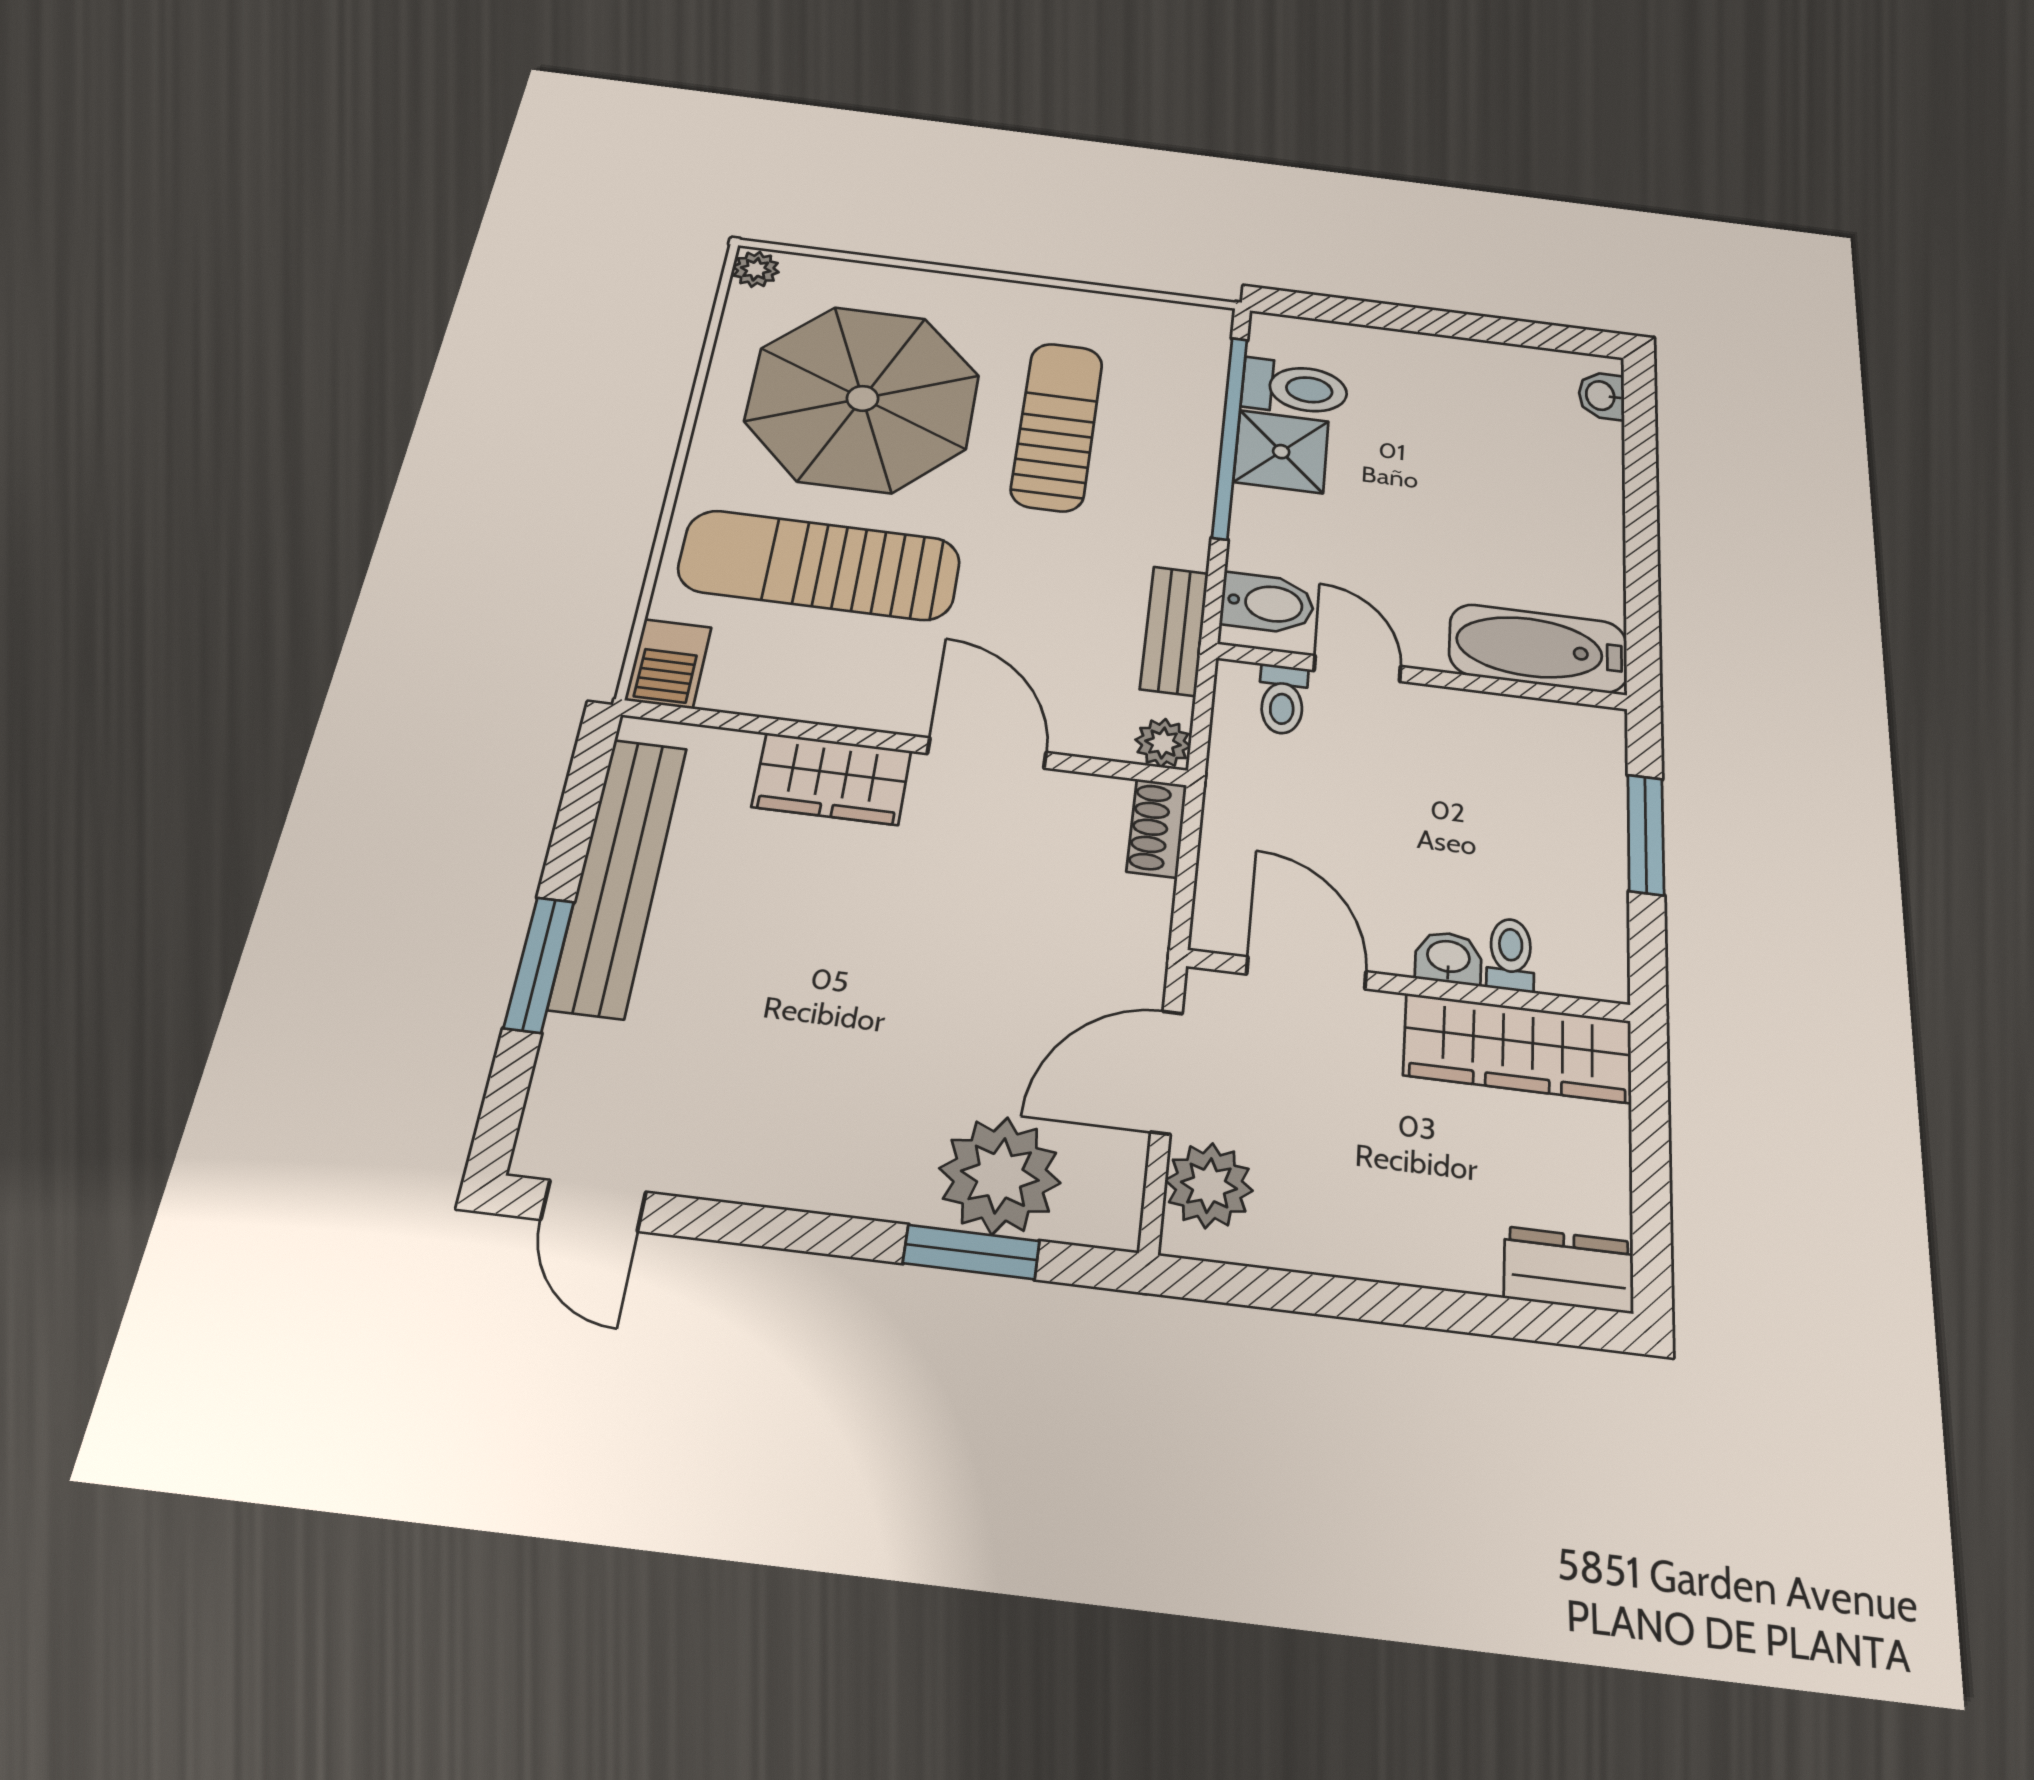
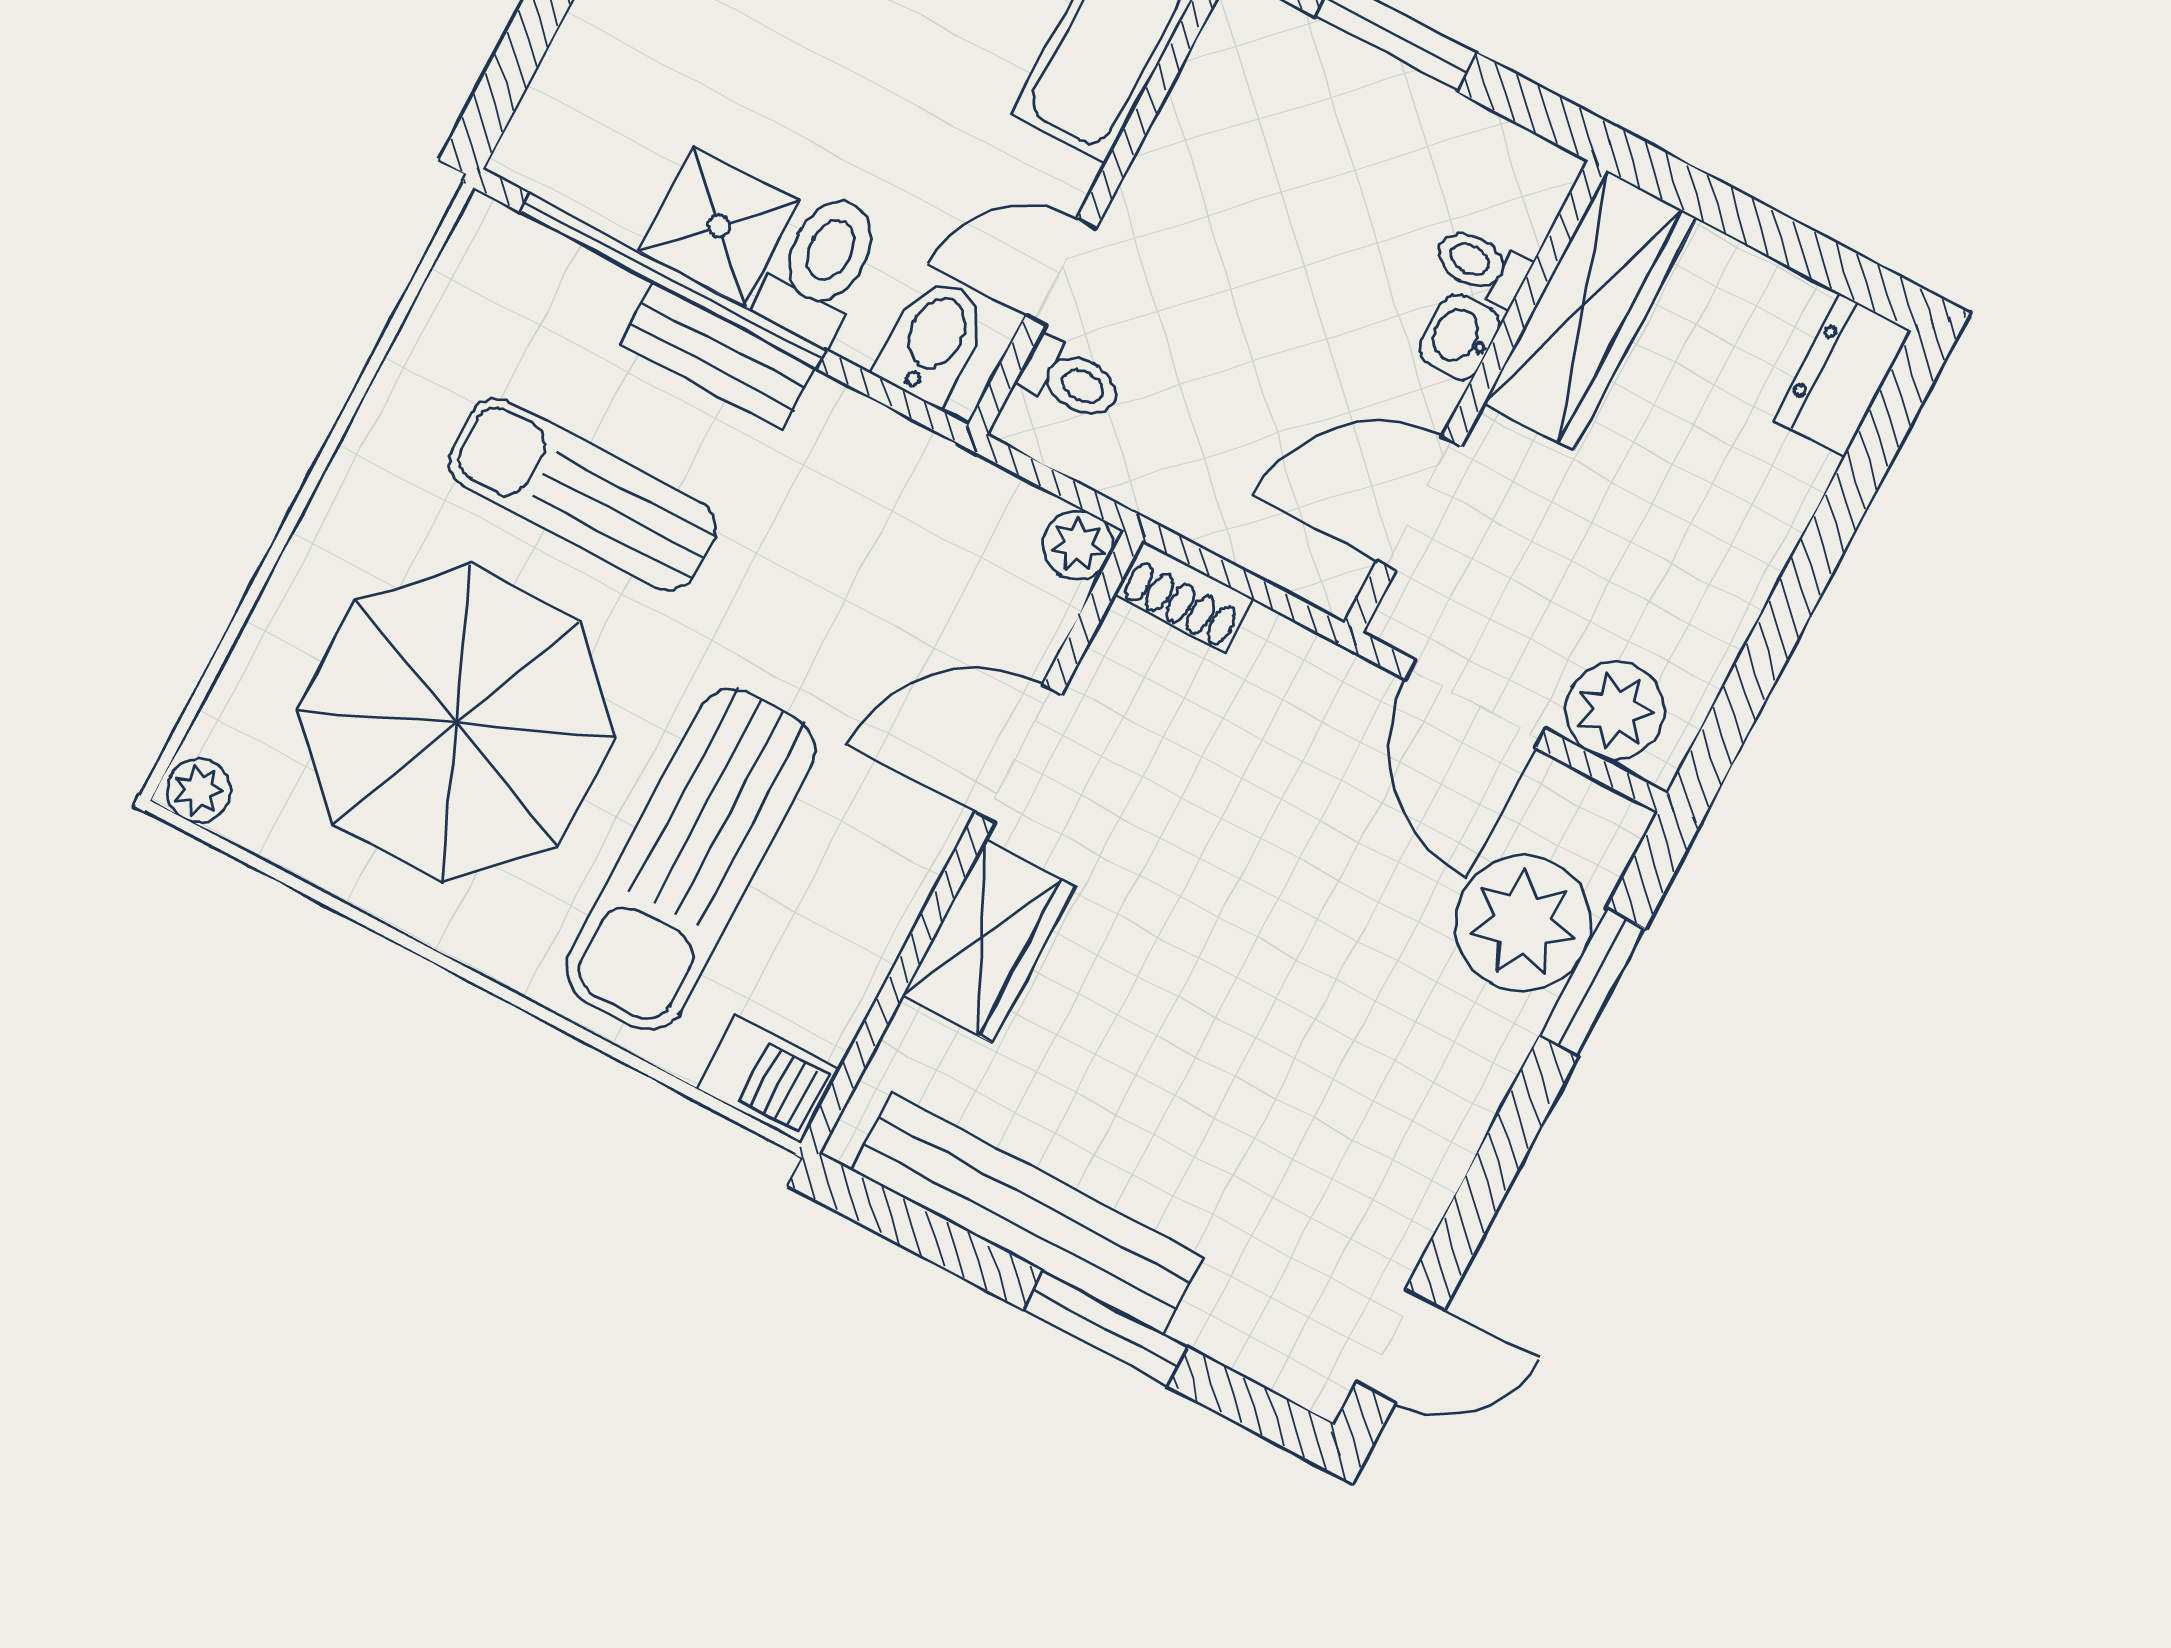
toilet: (1295, 388) -> (821, 267), moved
bench: (1174, 631) -> (718, 356), moved

